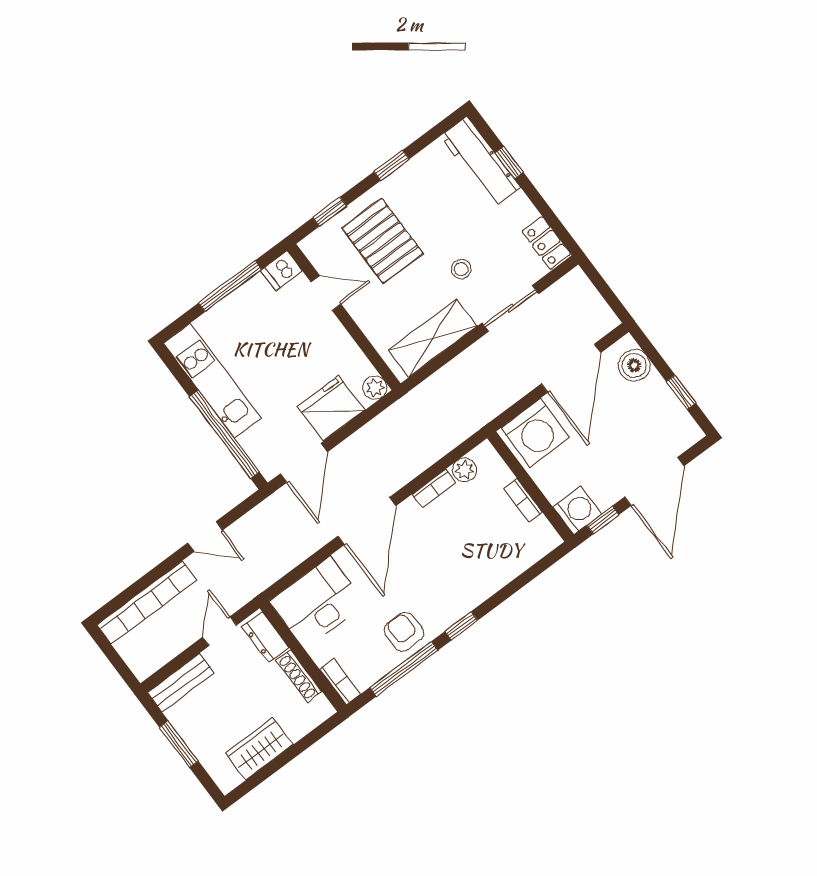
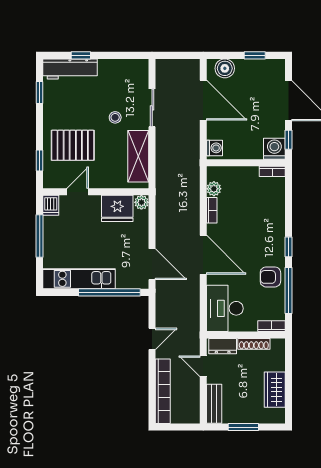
window: (392, 165) -> (40, 92), moved
locker: (546, 243) -> (133, 67), removed
fridge: (331, 408) -> (117, 208), moved, turned -90
washing machine: (535, 433) -> (214, 148), width x0.53, depth x0.53
bookcase: (523, 500) -> (272, 171), moved

